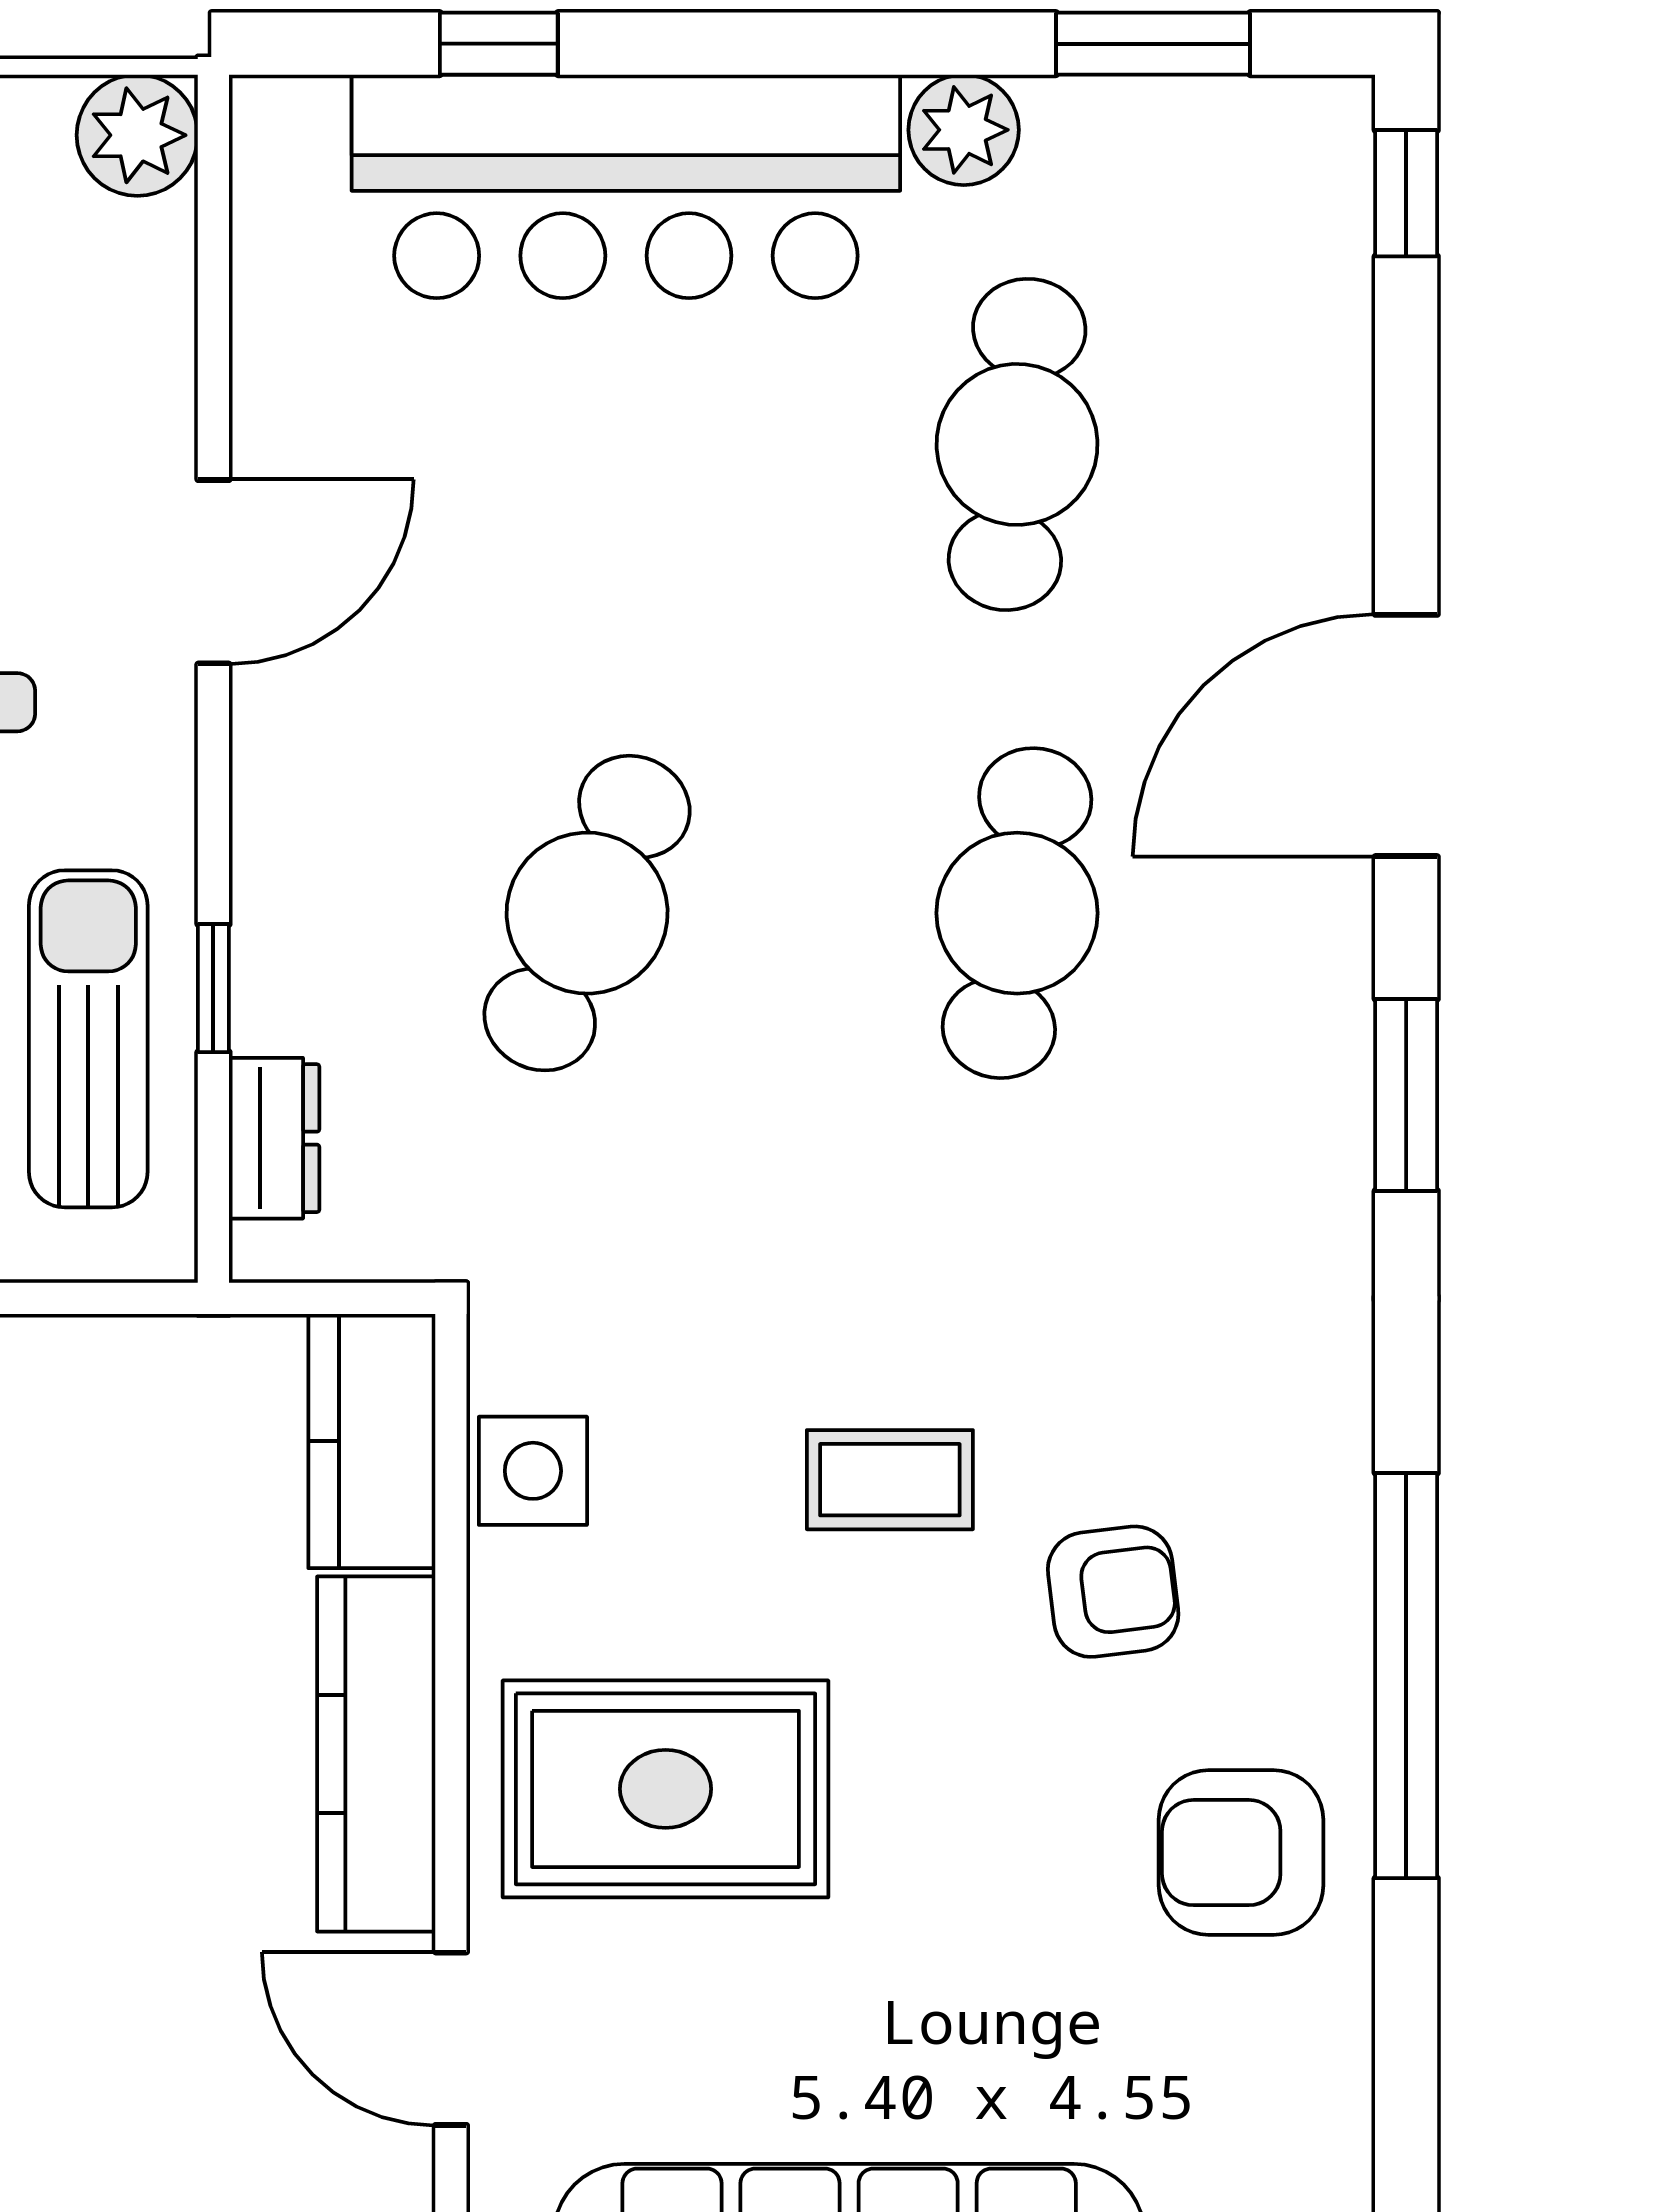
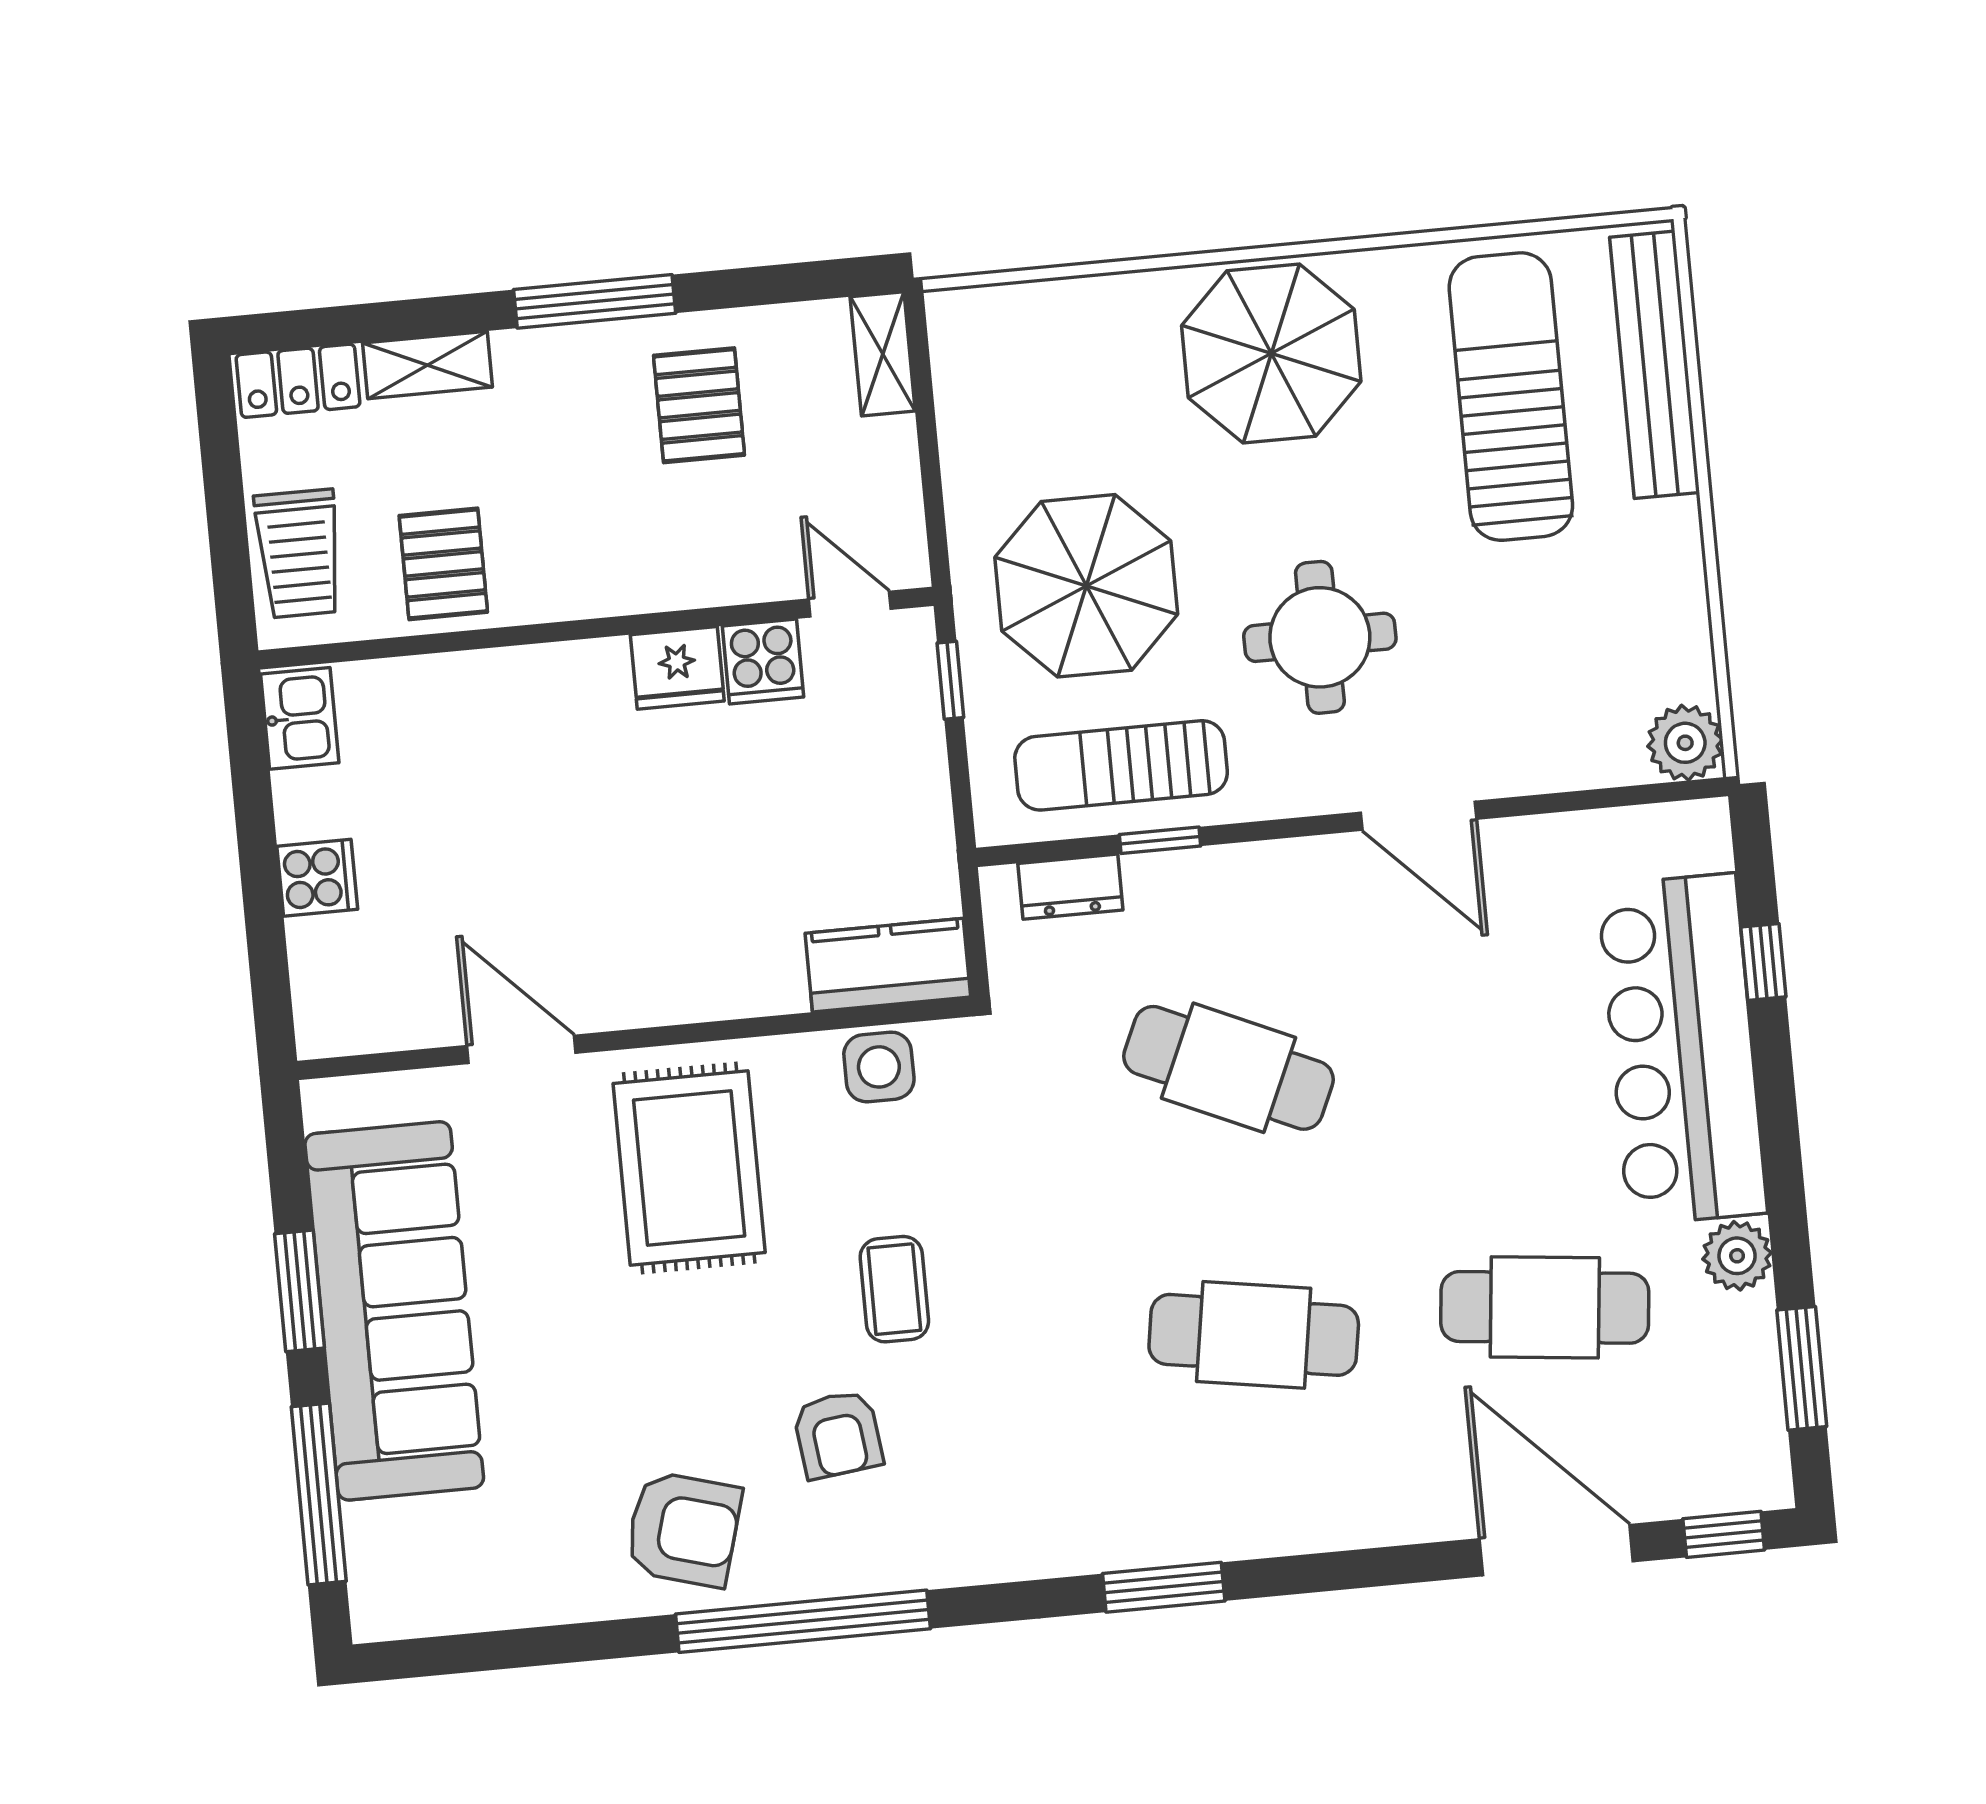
door: (1406, 735) -> (1556, 1550), moved
sun lounger: (88, 1039) -> (1121, 765), turned 180
kitchen counter: (376, 1754) -> (694, 986), removed
armchair: (1241, 1853) -> (683, 1529), turned 106
door: (451, 2039) -> (521, 1049), hinge flipped

